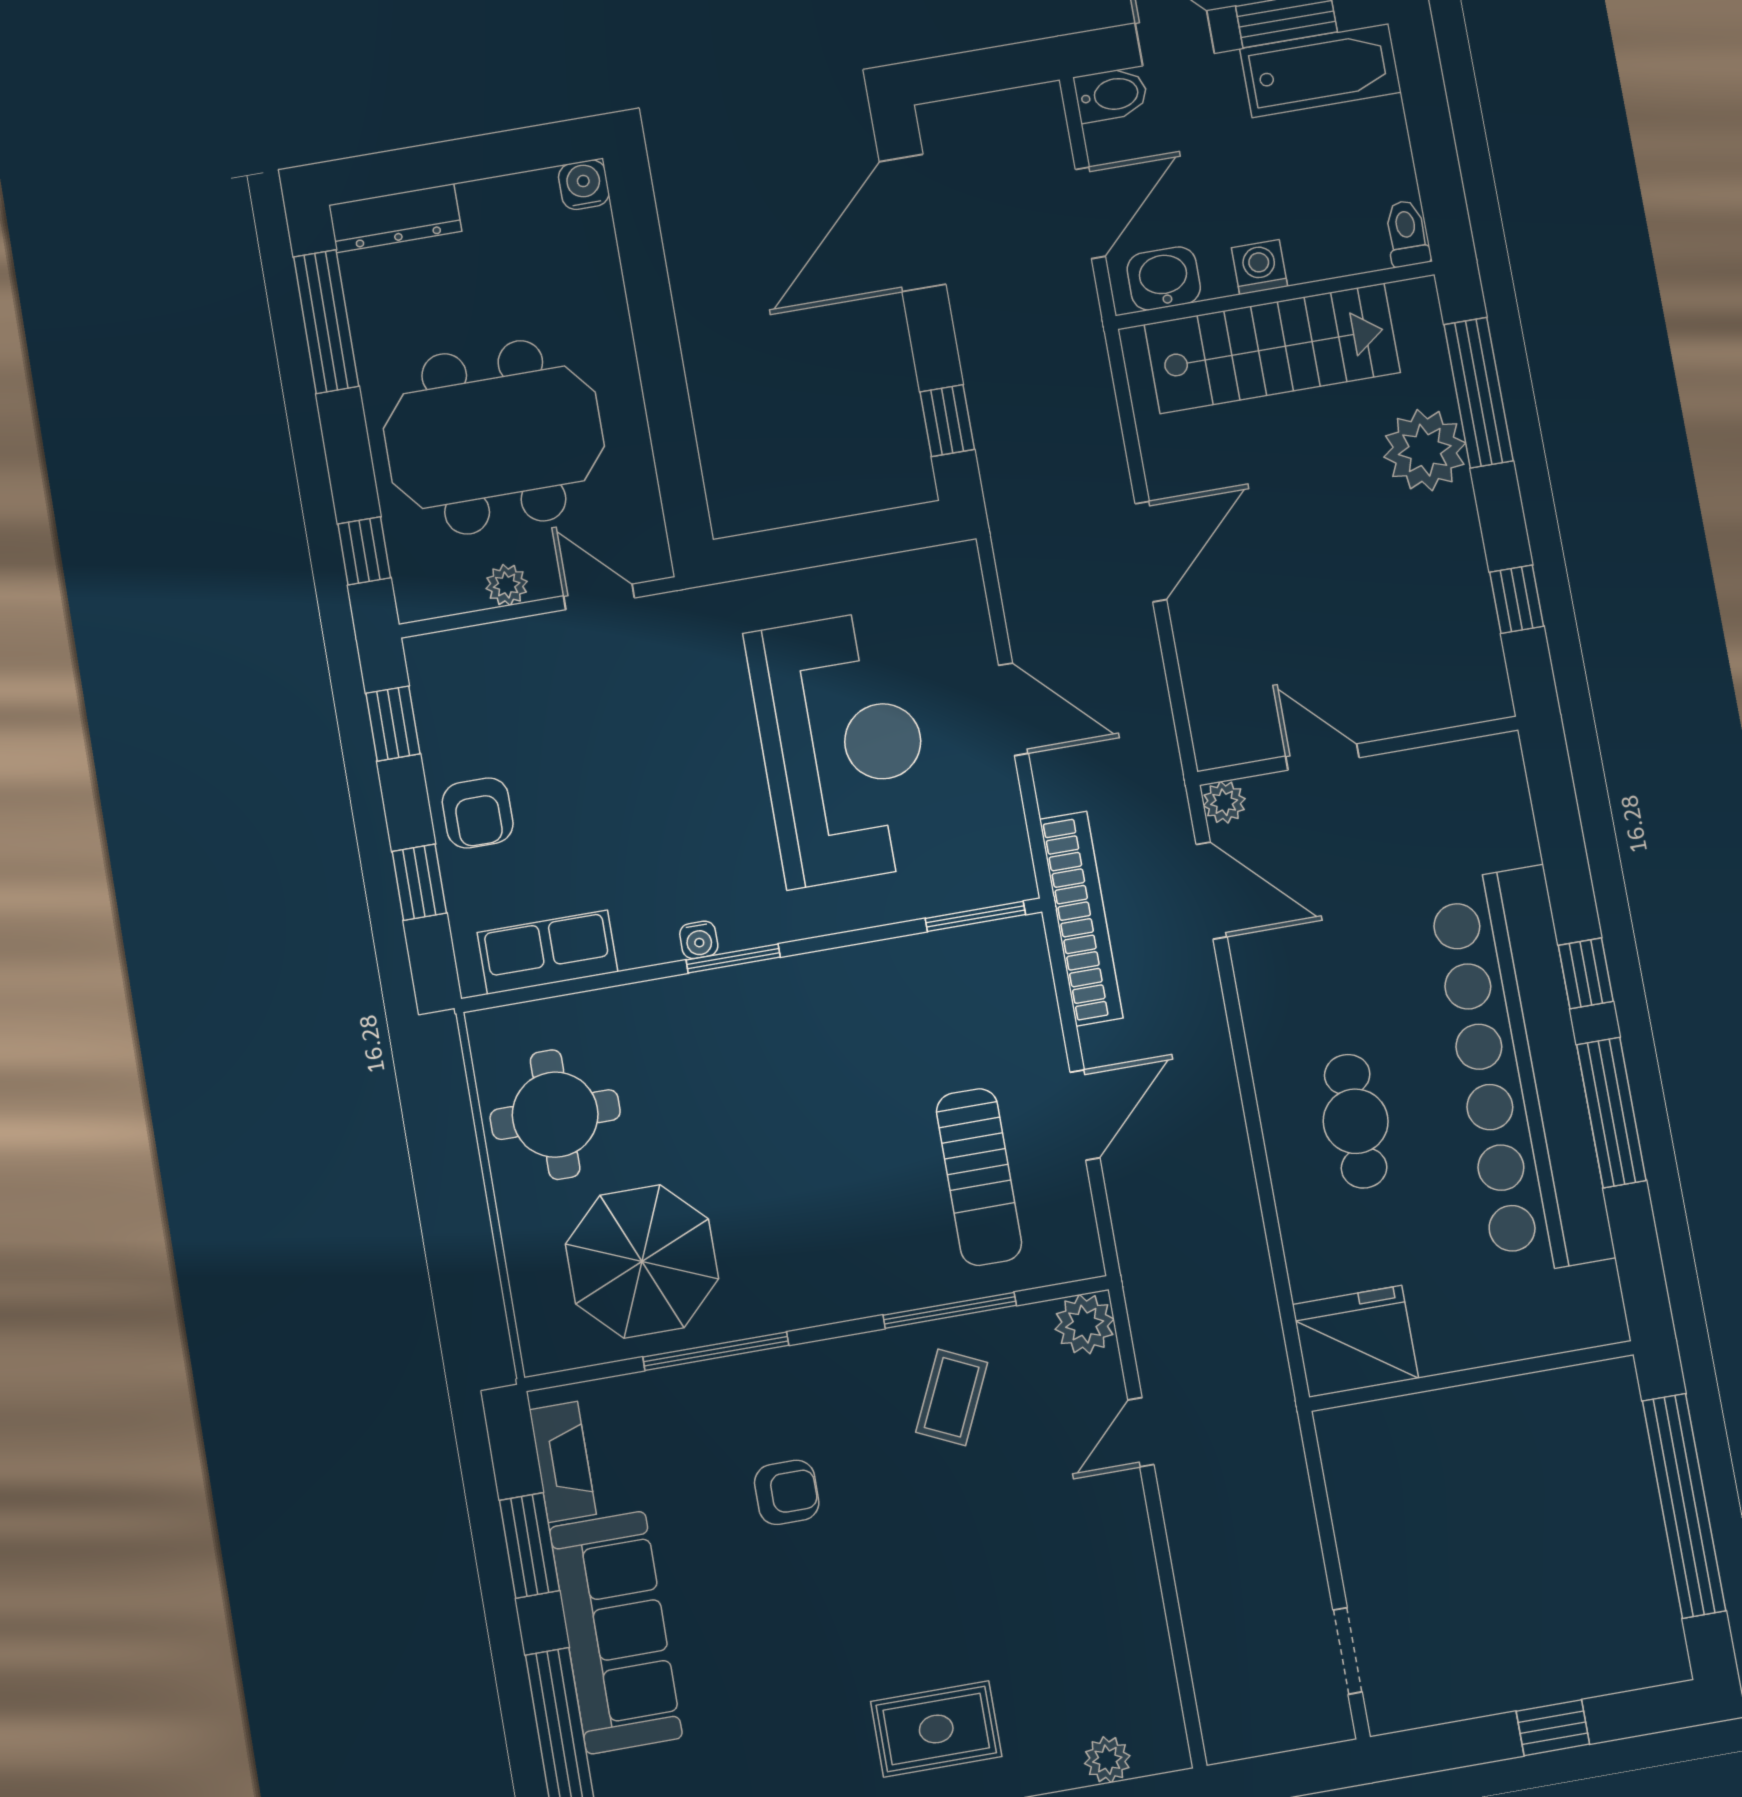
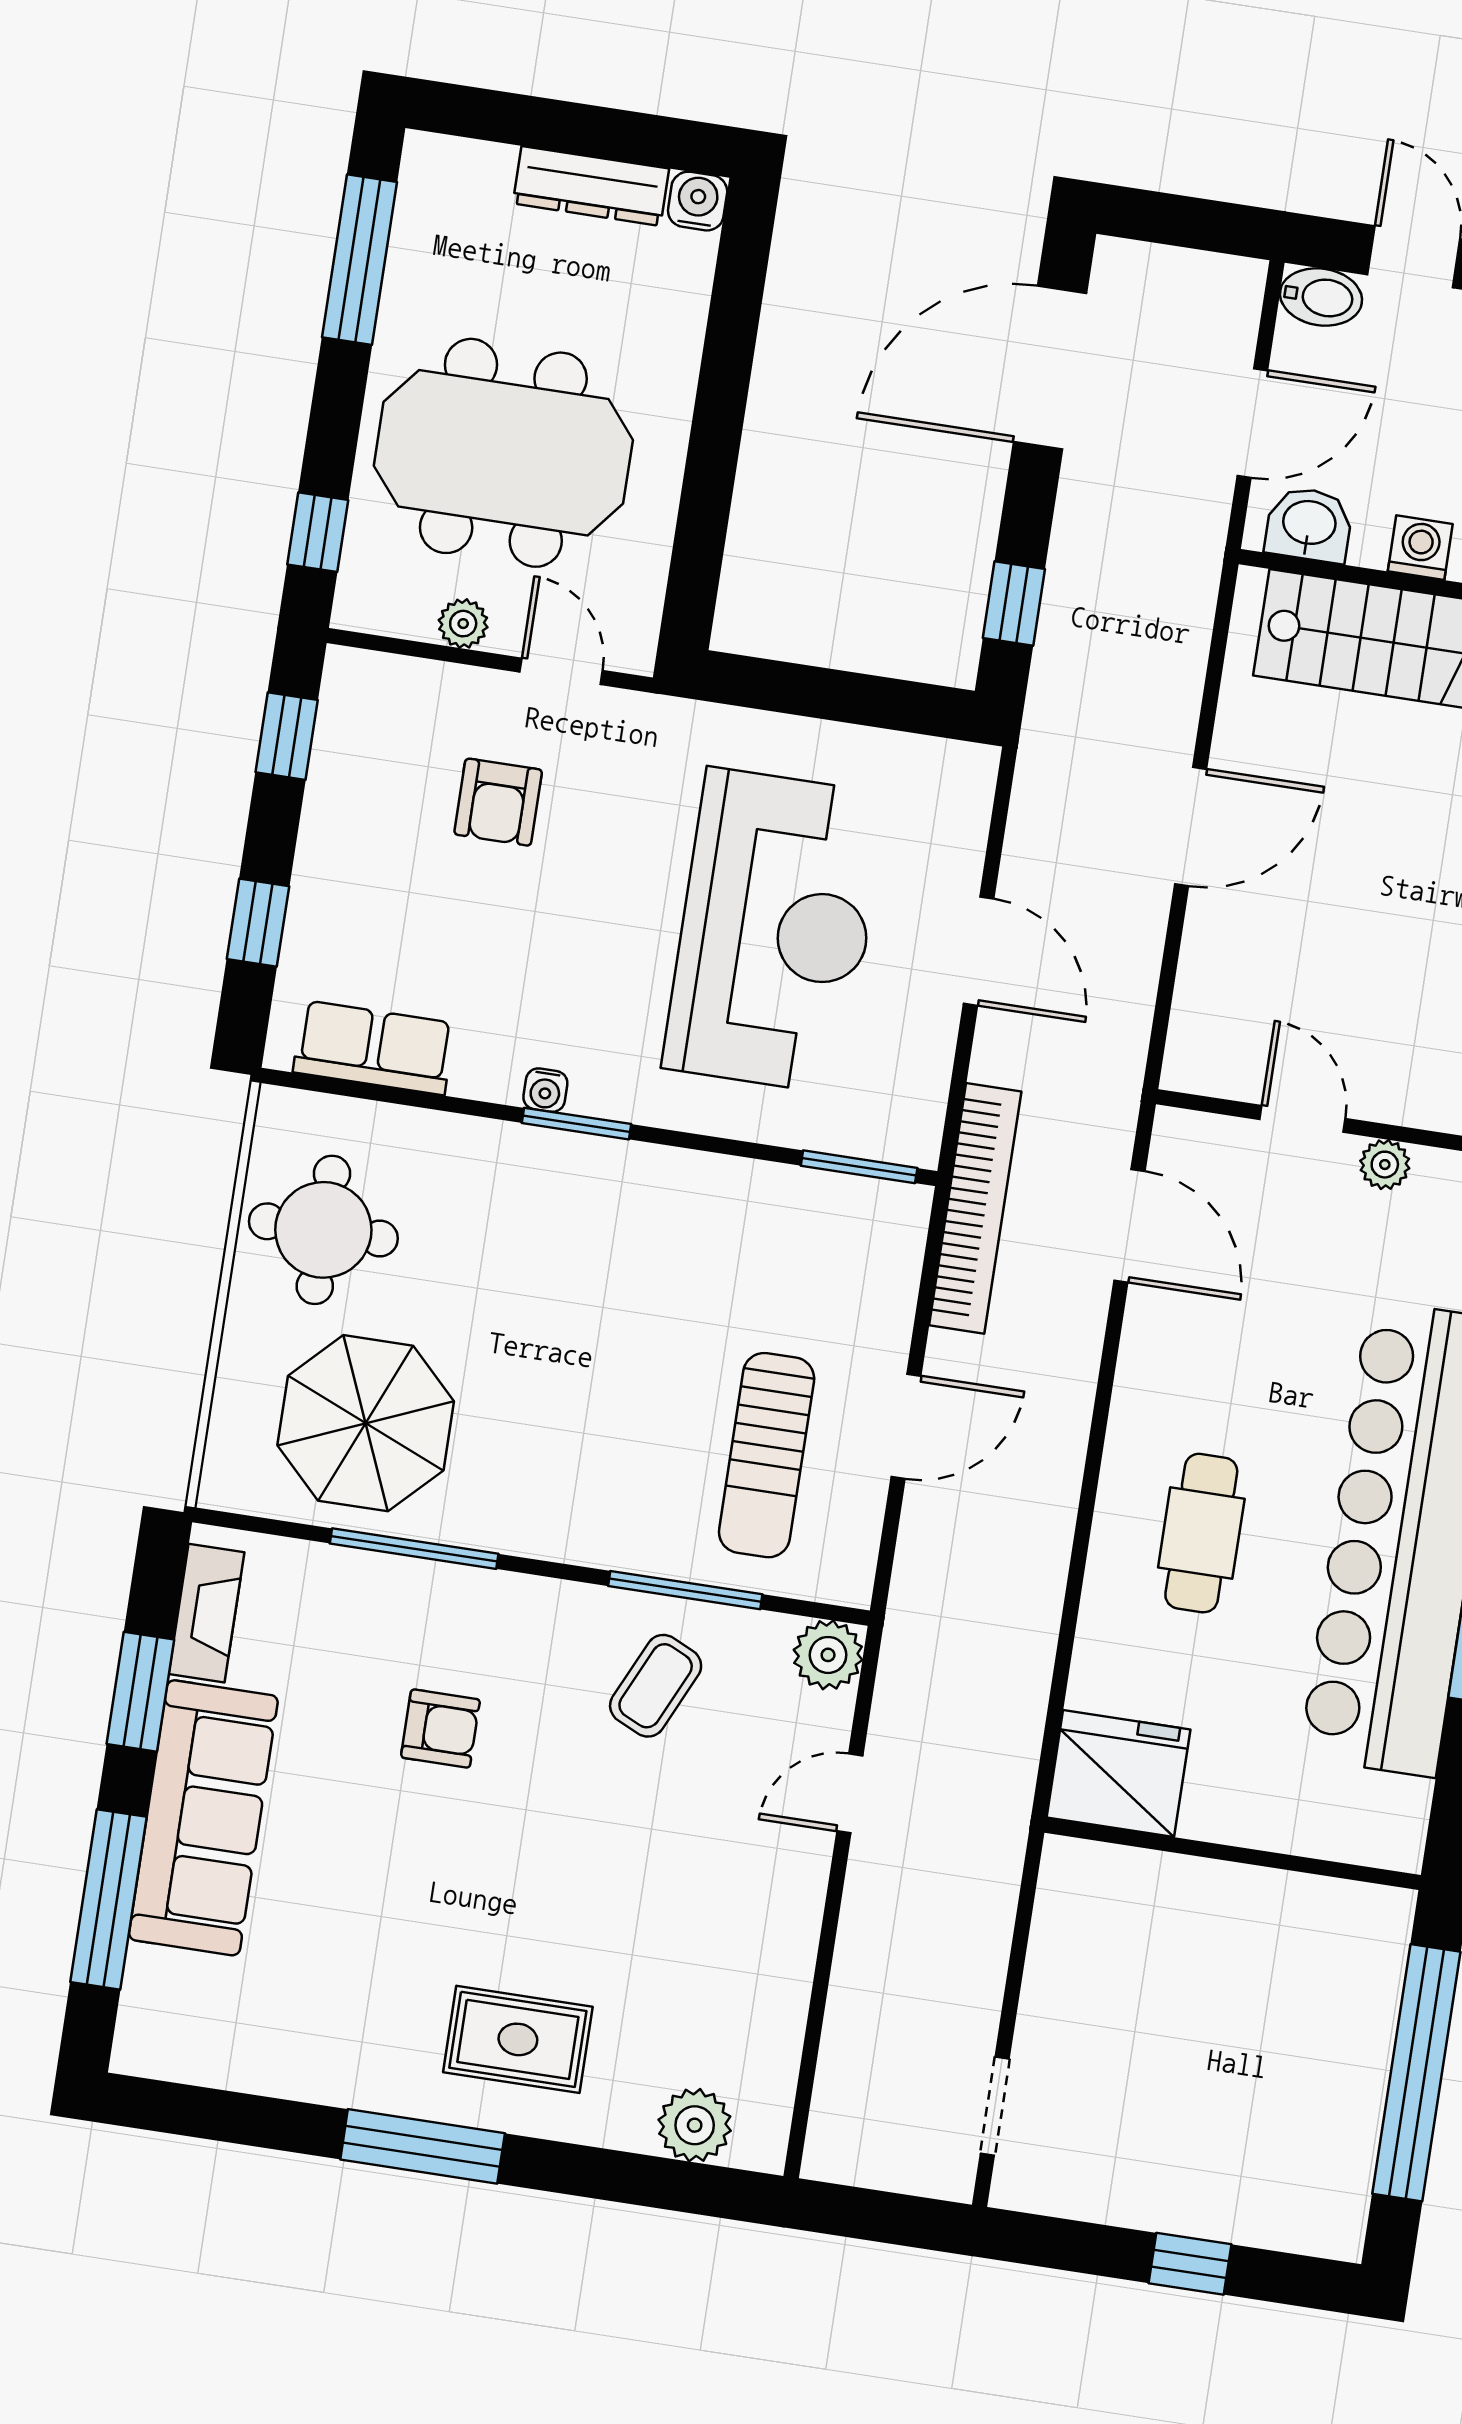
dresser: (395, 218) -> (591, 186), moved
plant: (1224, 802) -> (1385, 1165), moved
armchair: (478, 813) -> (498, 802), moved
plant: (1107, 1760) -> (695, 2125), width x1.38, depth x1.38

